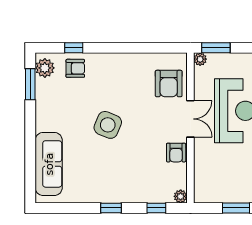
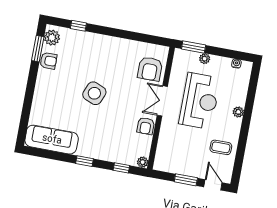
plant: (200, 59) -> (205, 59), moved
armchair: (75, 68) -> (48, 61), moved
double door: (190, 119) -> (162, 101), swing flipped
sofa: (49, 164) -> (52, 140), moved, turned -90

